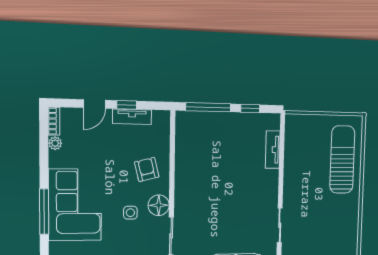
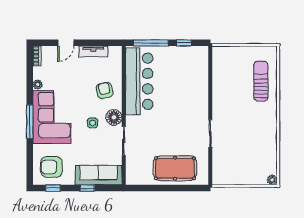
window: (127, 105) -> (89, 43), removed
plant: (55, 143) -> (38, 85), moved
tv unit: (273, 150) -> (203, 74), removed
bar counter: (192, 158) -> (139, 81), added
sun lounger: (342, 160) -> (261, 81), width x0.73, depth x0.75

